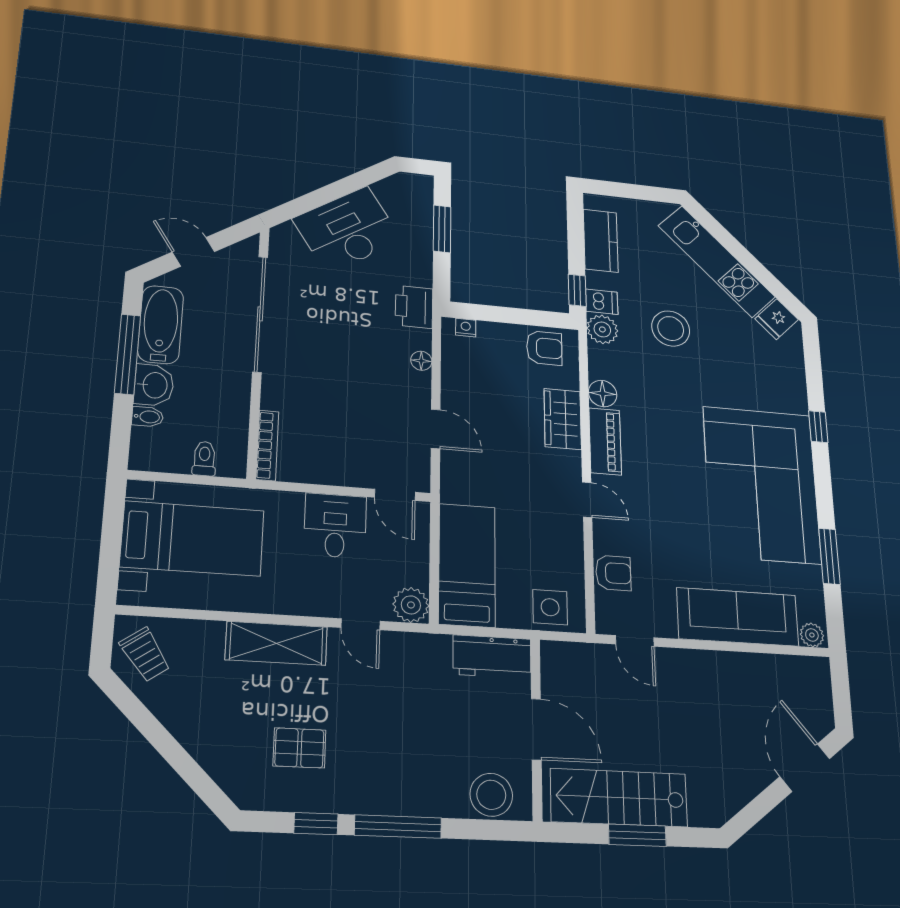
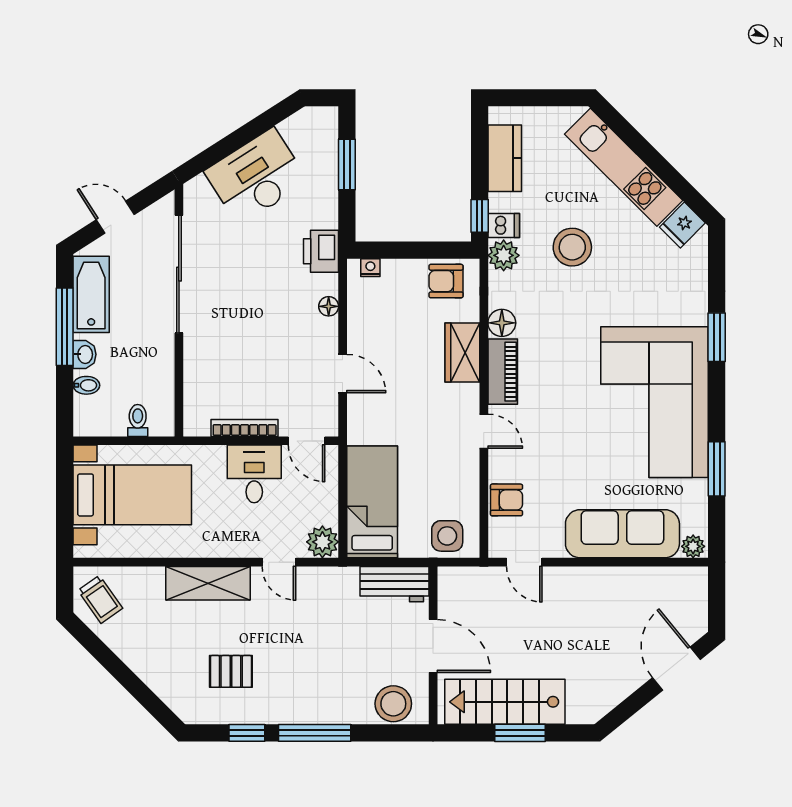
armchair: (544, 348) -> (446, 281), turned 180
washbasin: (154, 385) -> (85, 354), width x0.72, depth x0.69
window: (818, 427) -> (717, 337), width x1.50
bookcase: (267, 445) -> (245, 428), moved, turned -90

